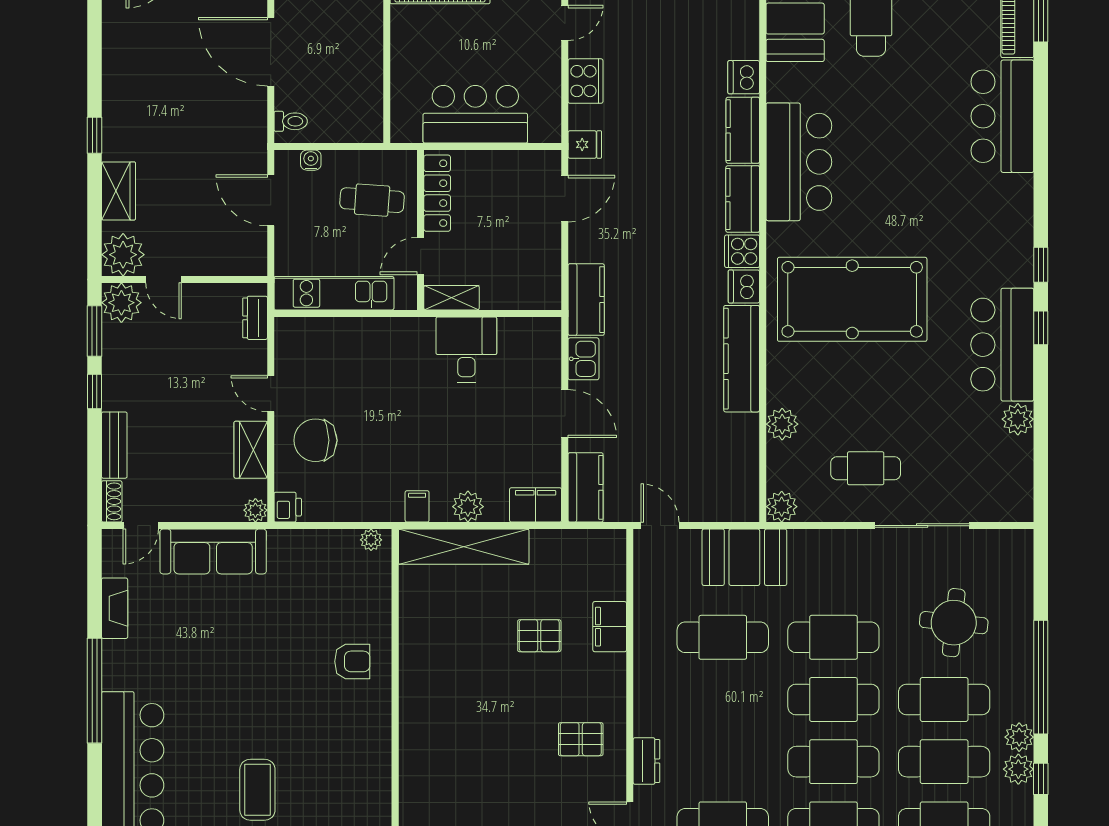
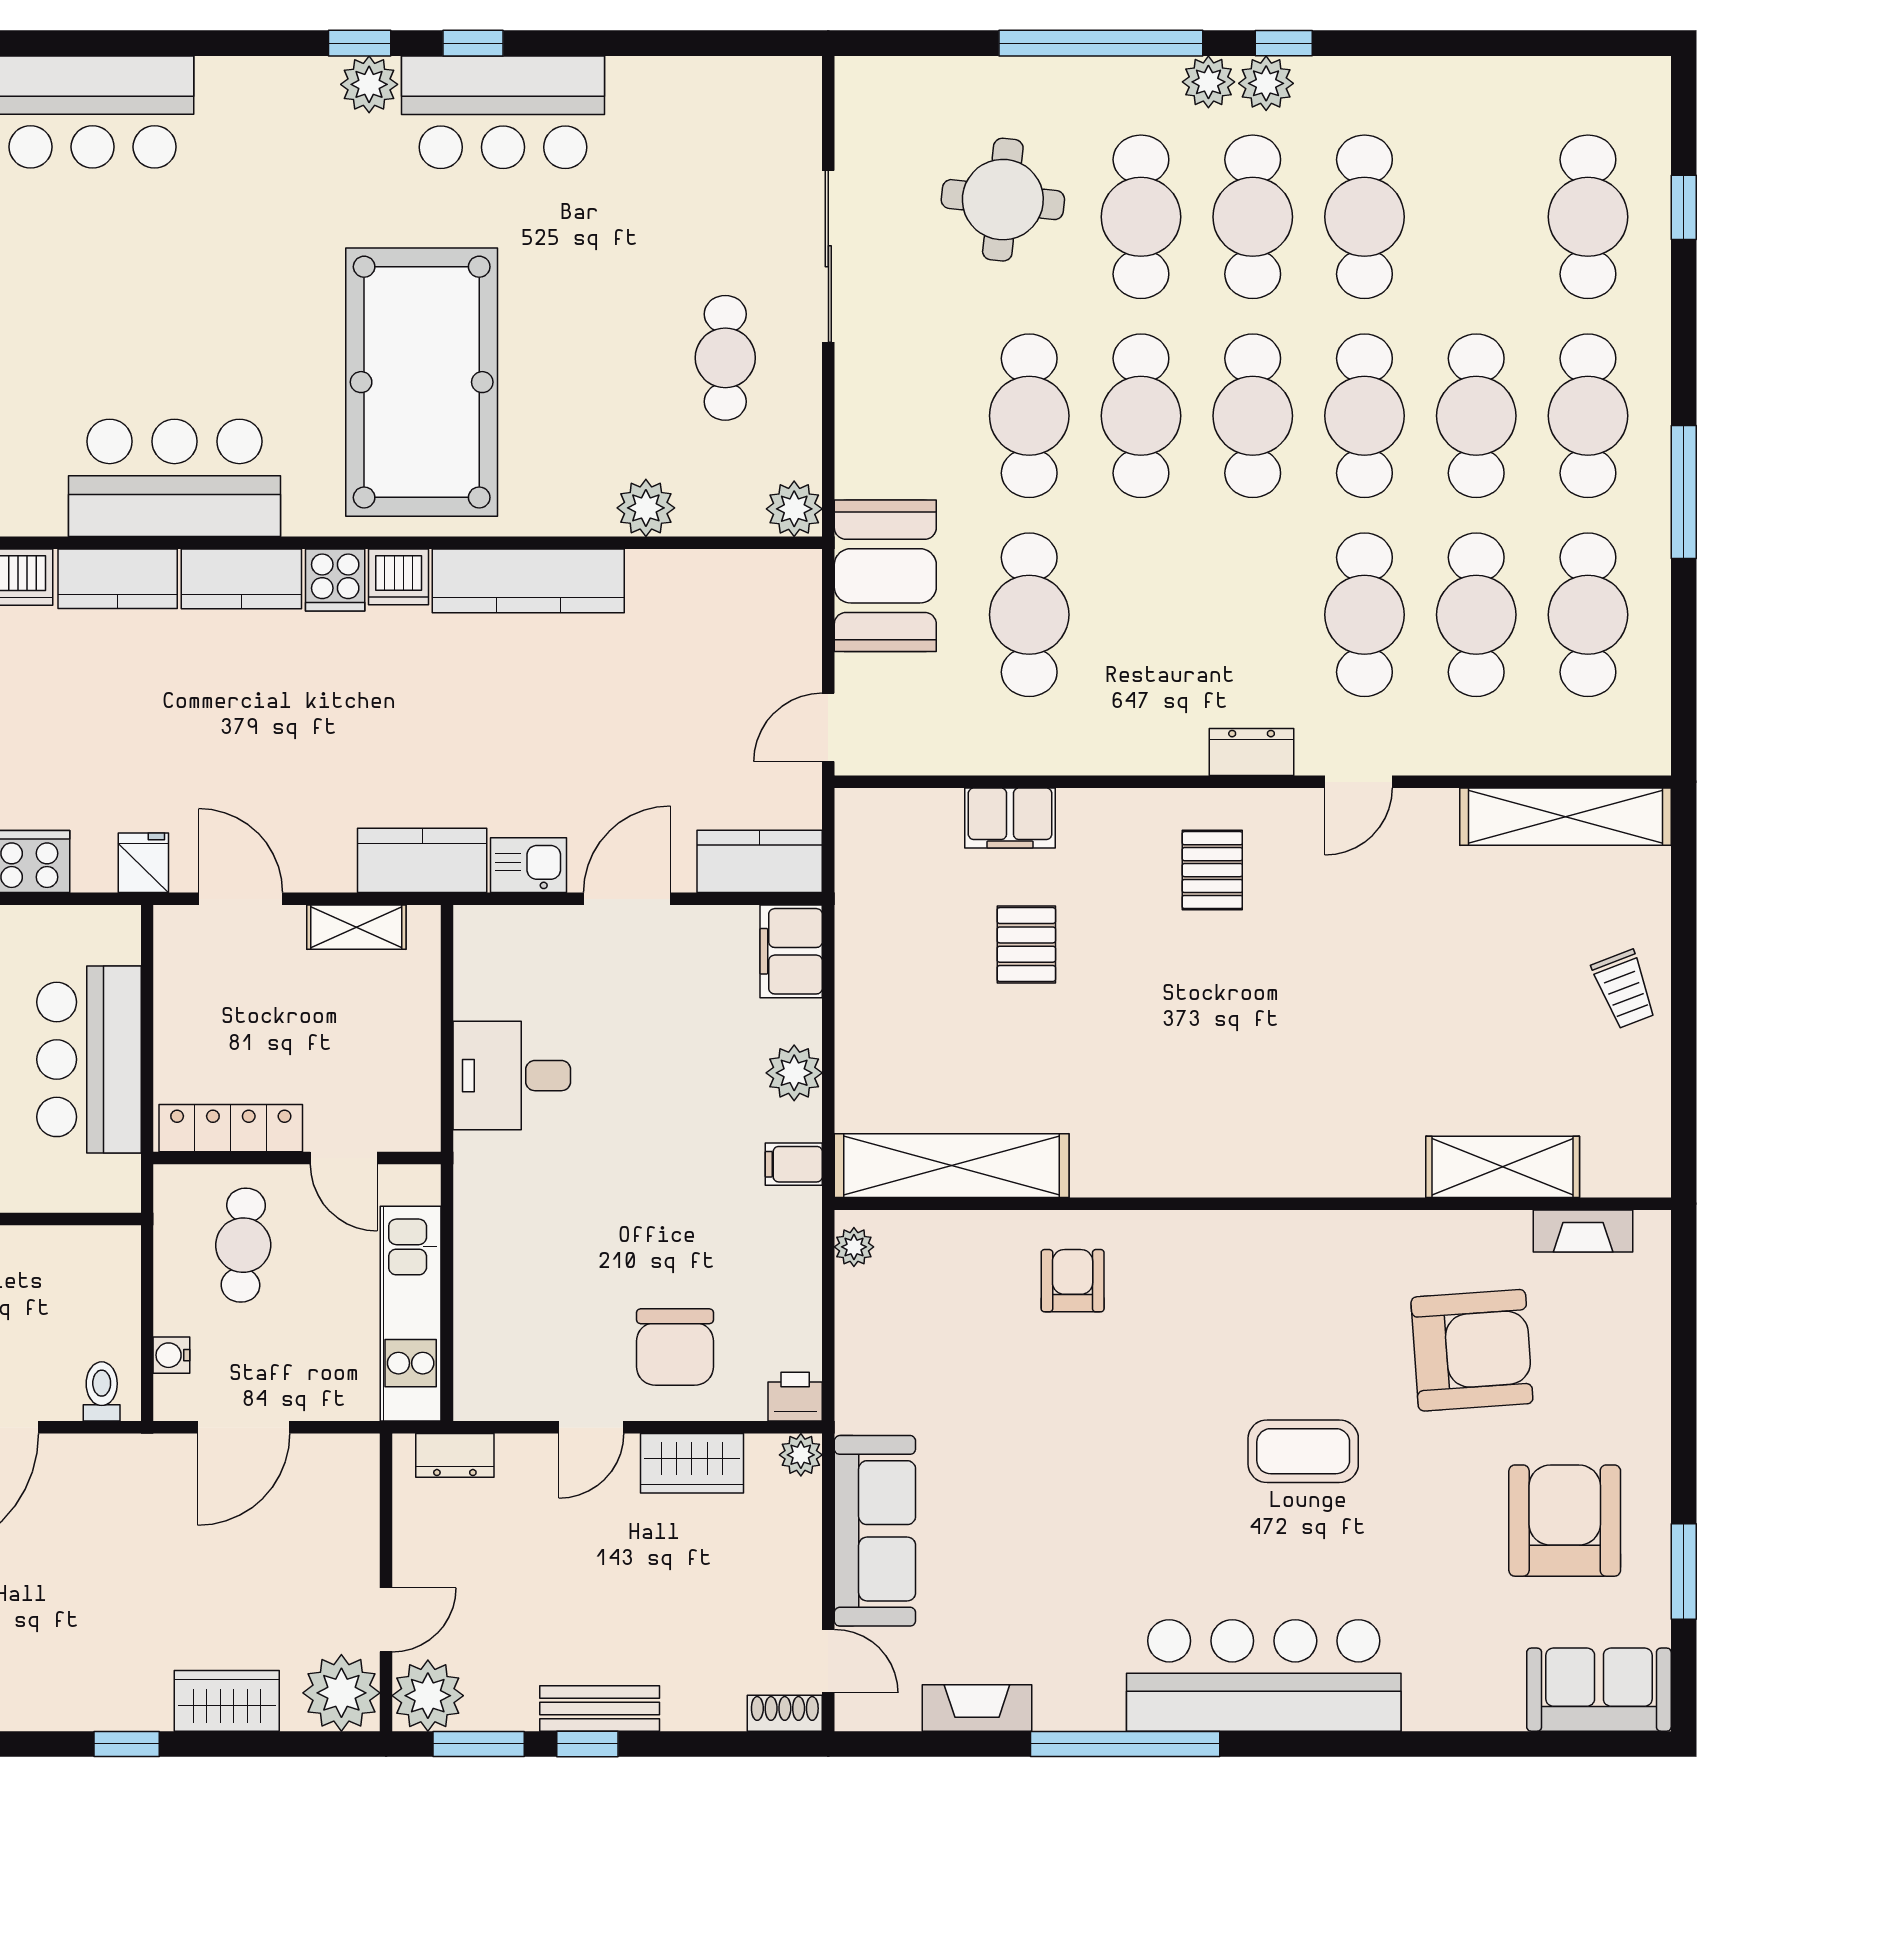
shelving: (452, 298) -> (356, 927), moved, turned 90
plant: (1018, 419) -> (369, 84), moved
bench: (114, 445) -> (600, 1708), moved
shelving: (464, 547) -> (952, 1166), moved, turned 90

